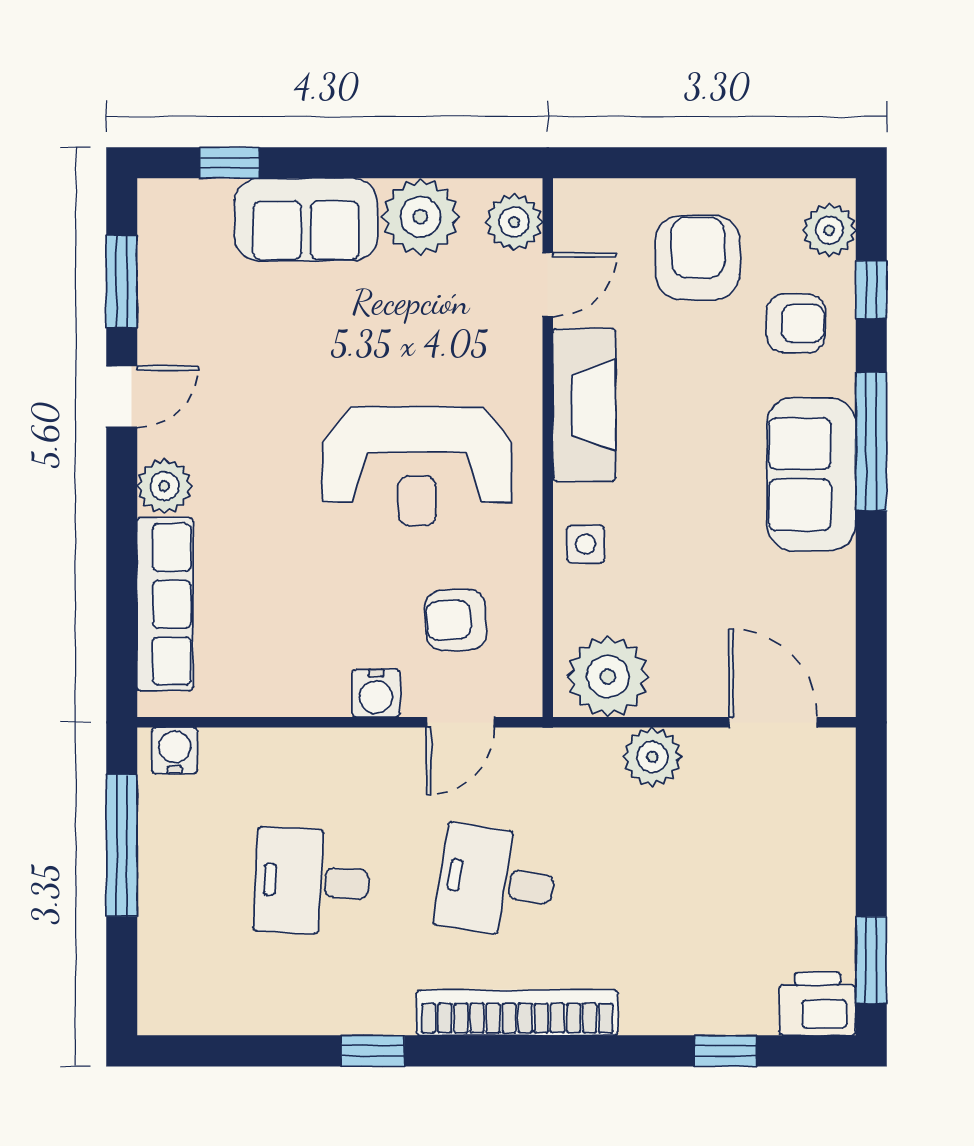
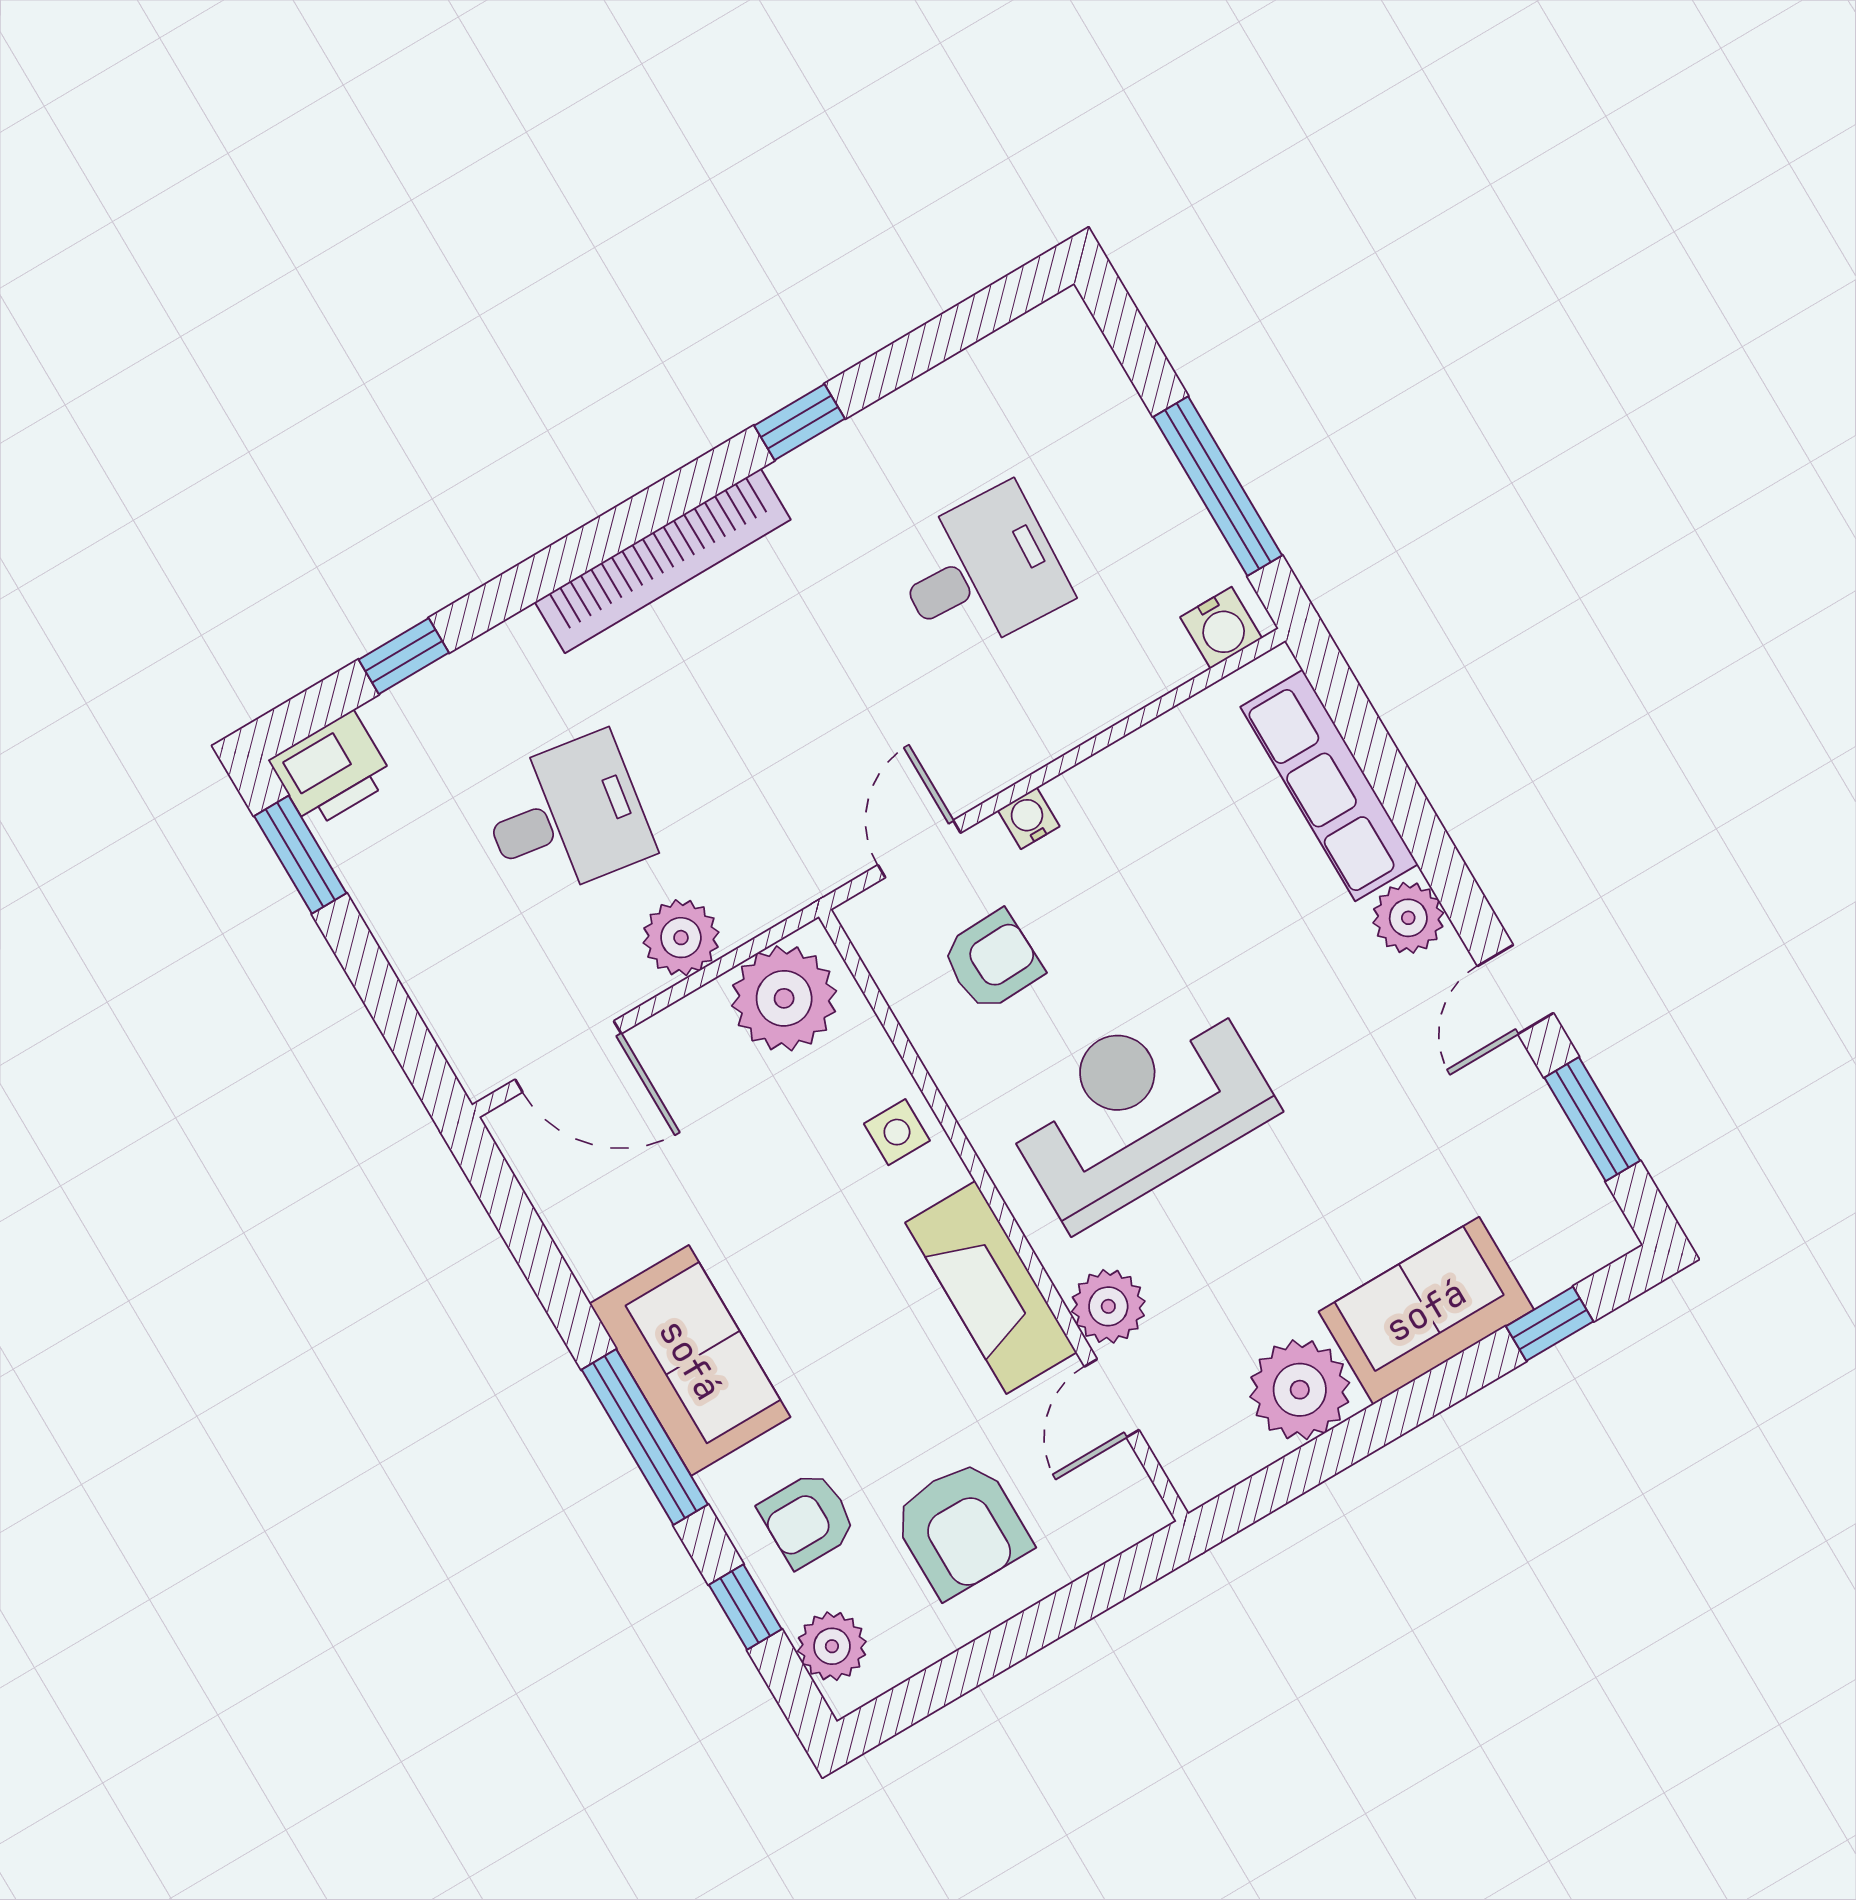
plant: (514, 222) -> (1108, 1306), moved
water cooler: (376, 693) -> (1029, 818), width x0.72, depth x0.72
desk: (496, 881) -> (566, 817), moved

